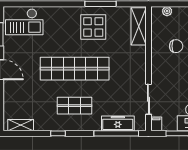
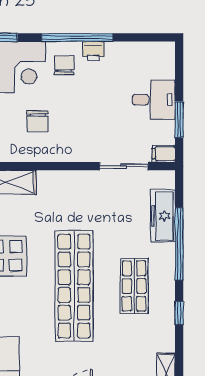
chair: (176, 46) -> (38, 121), turned 180
window: (116, 133) -> (179, 244), moved

